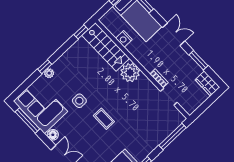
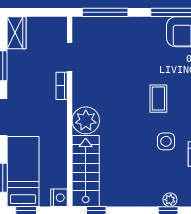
nightstand: (124, 39) -> (59, 198), moved

